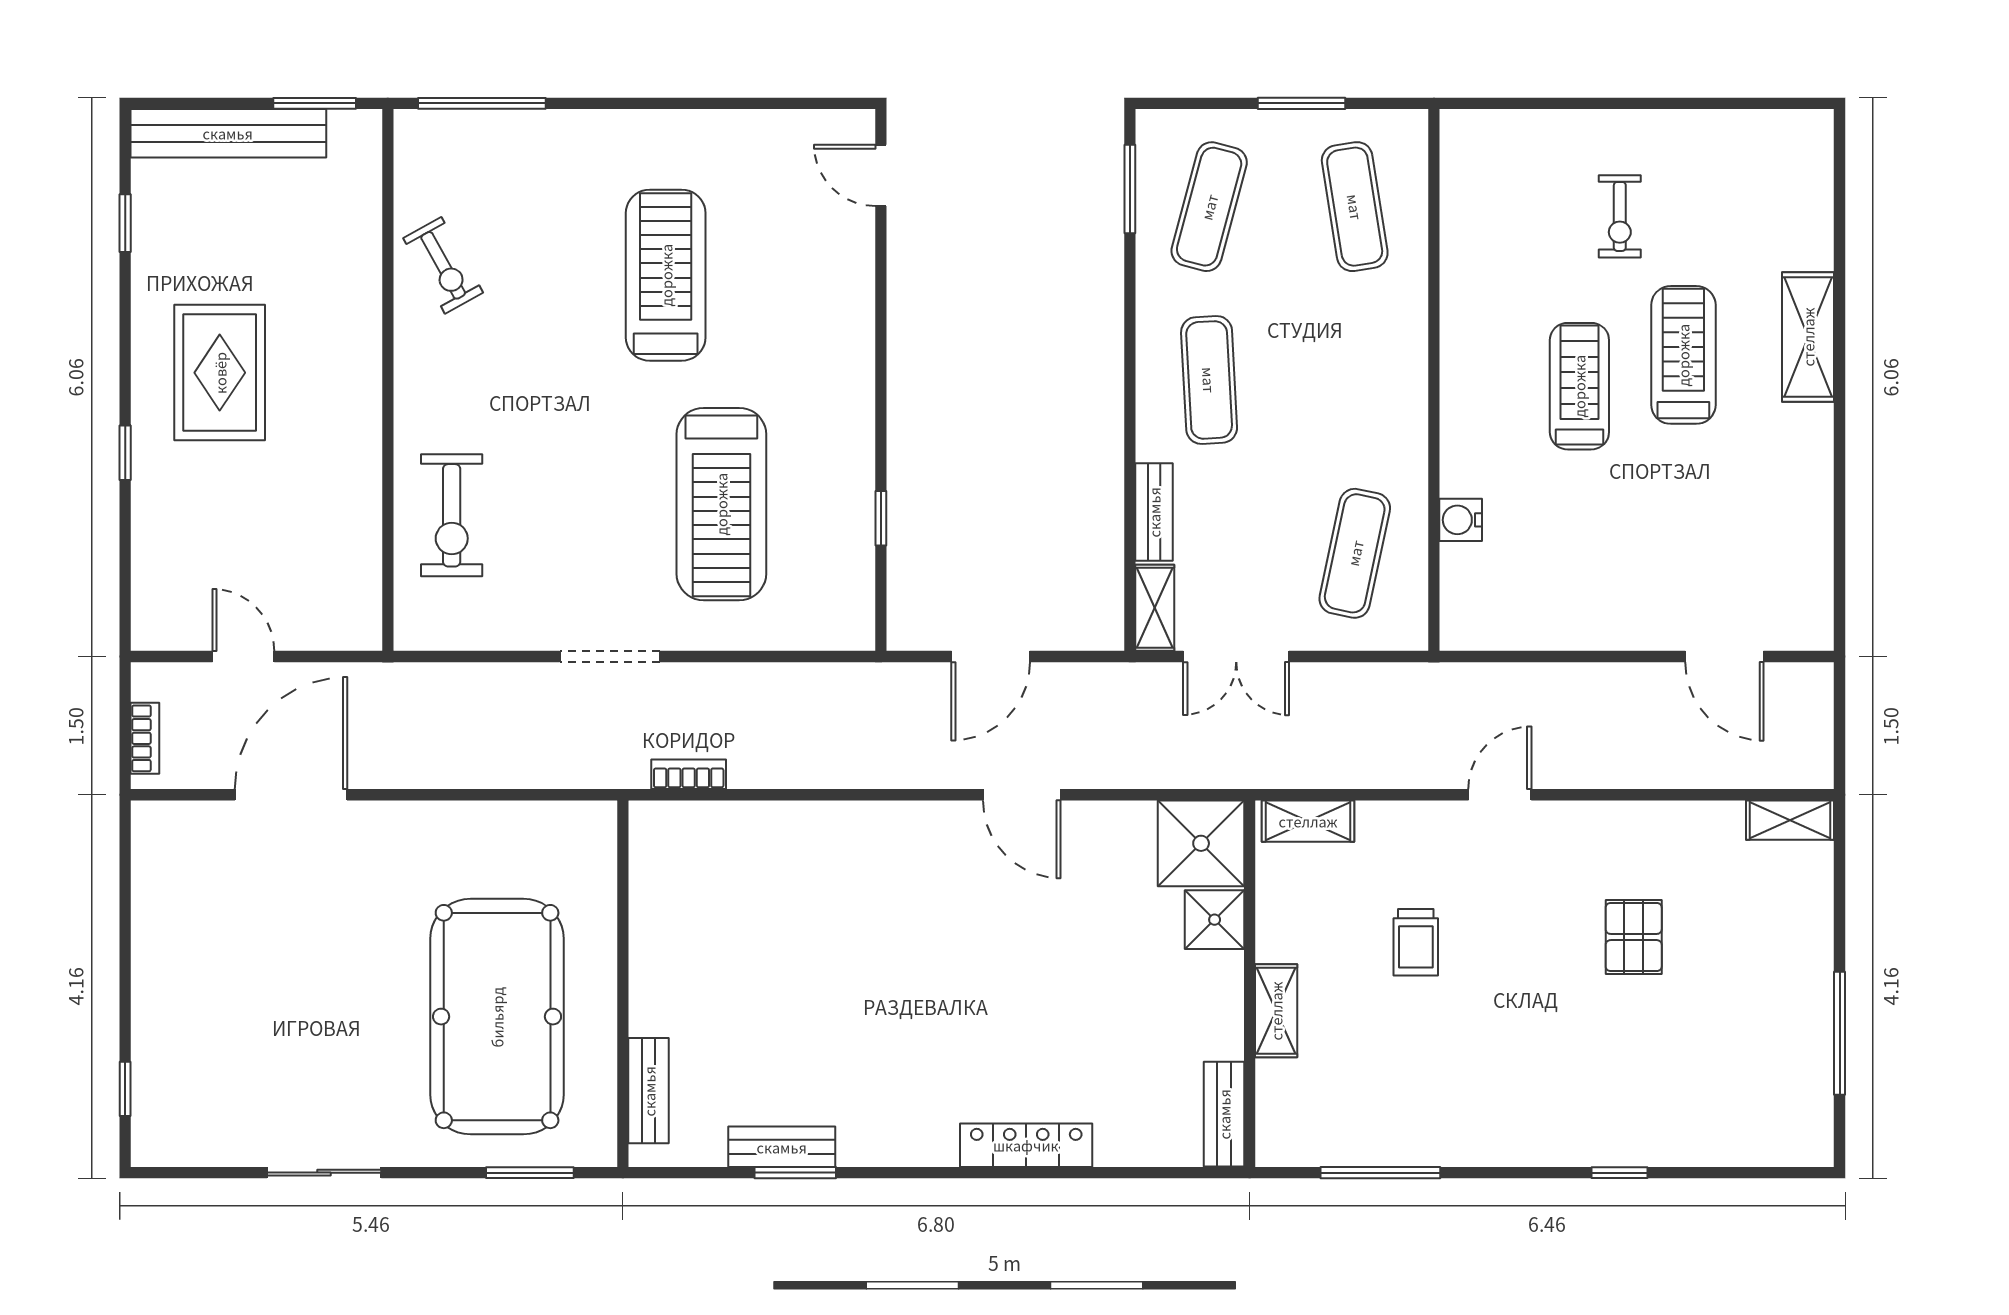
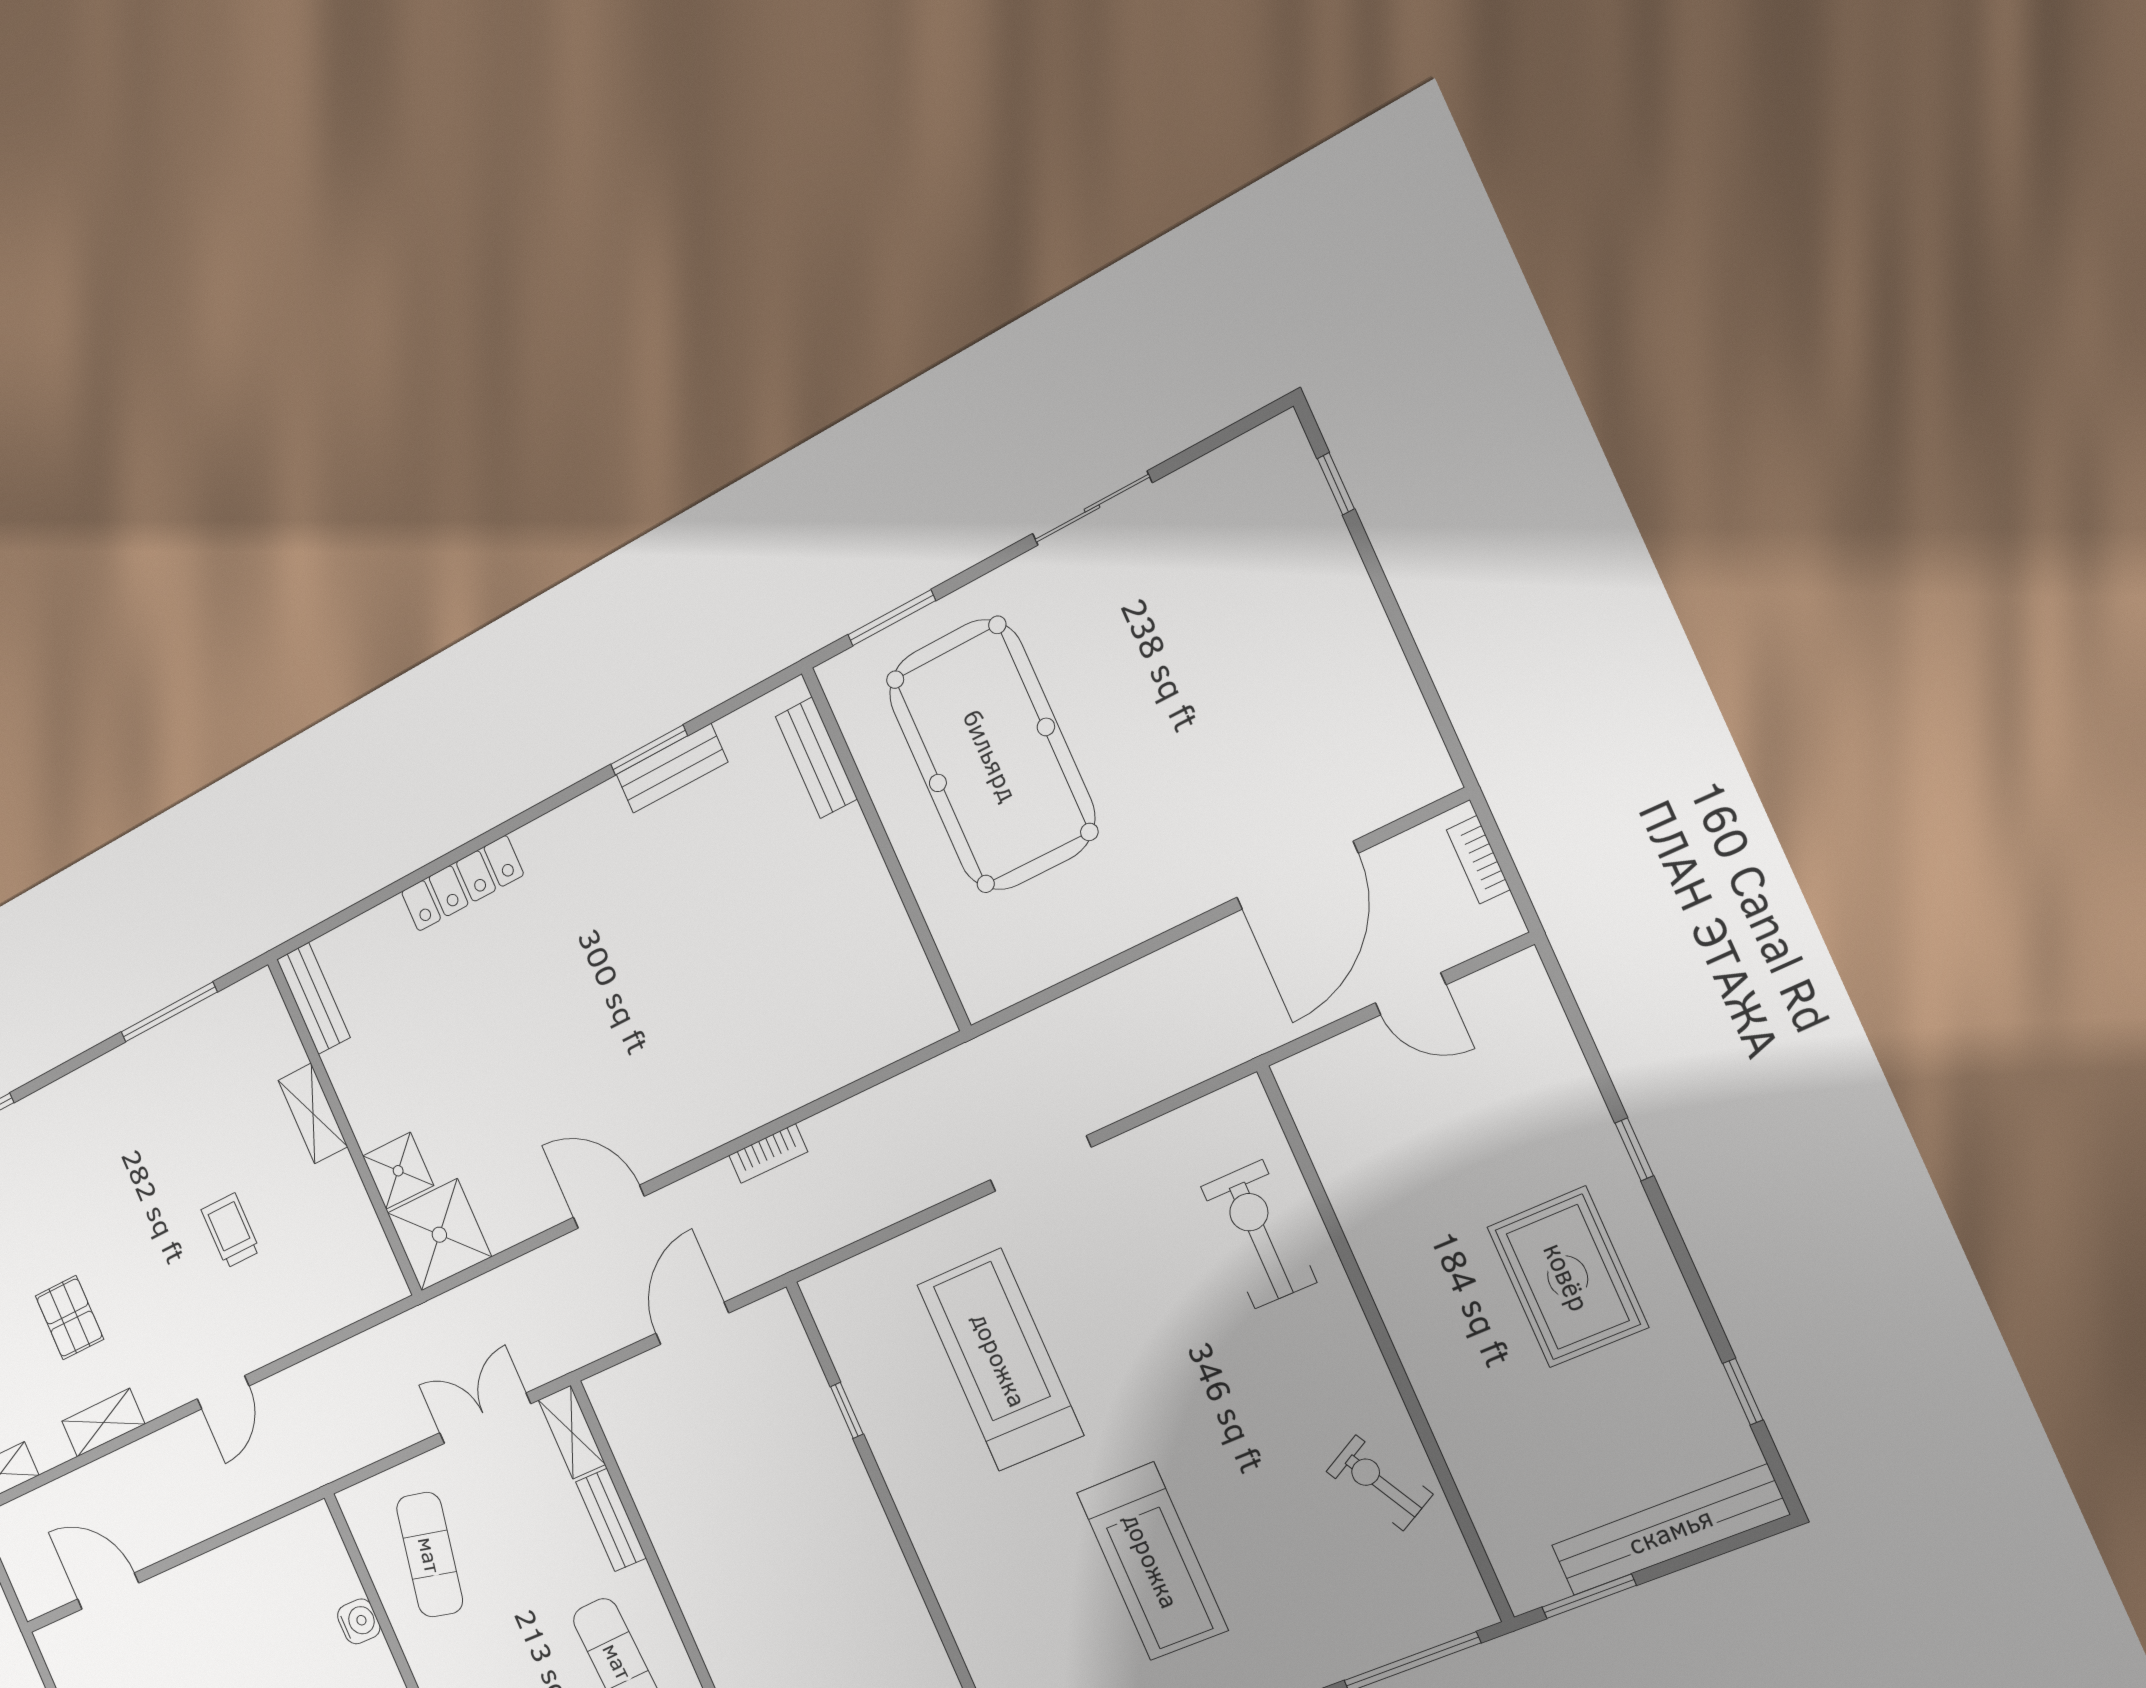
bookcase: (689, 774) -> (768, 1154), moved
shelving: (1308, 821) -> (103, 1423), moved

